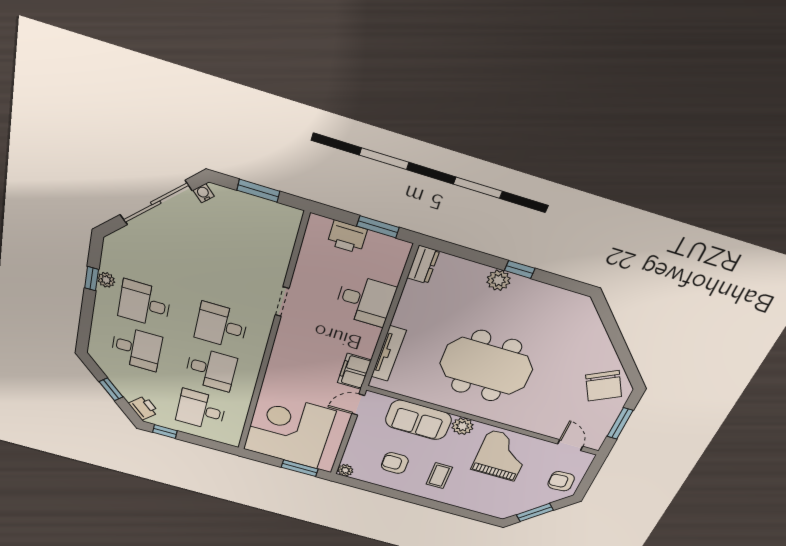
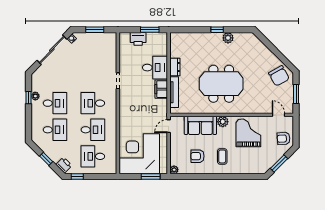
dresser: (423, 265) -> (175, 67), moved
plant: (499, 280) -> (228, 38), moved
desk: (144, 304) -> (55, 103), turned 180
filing cabinet: (354, 371) -> (161, 89), moved

